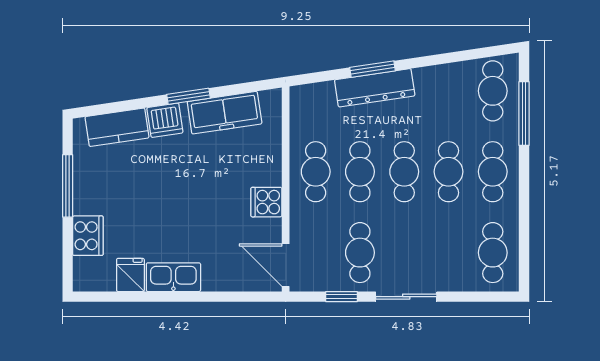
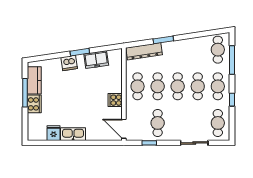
dresser: (375, 88) -> (144, 51), moved
freezer: (225, 113) -> (96, 60), width x0.71
kitchen counter: (117, 127) -> (34, 80), moved, turned -82
window: (524, 201) -> (232, 100), added
cooker: (88, 236) -> (34, 104), moved
sliding door: (406, 297) -> (194, 143), moved

